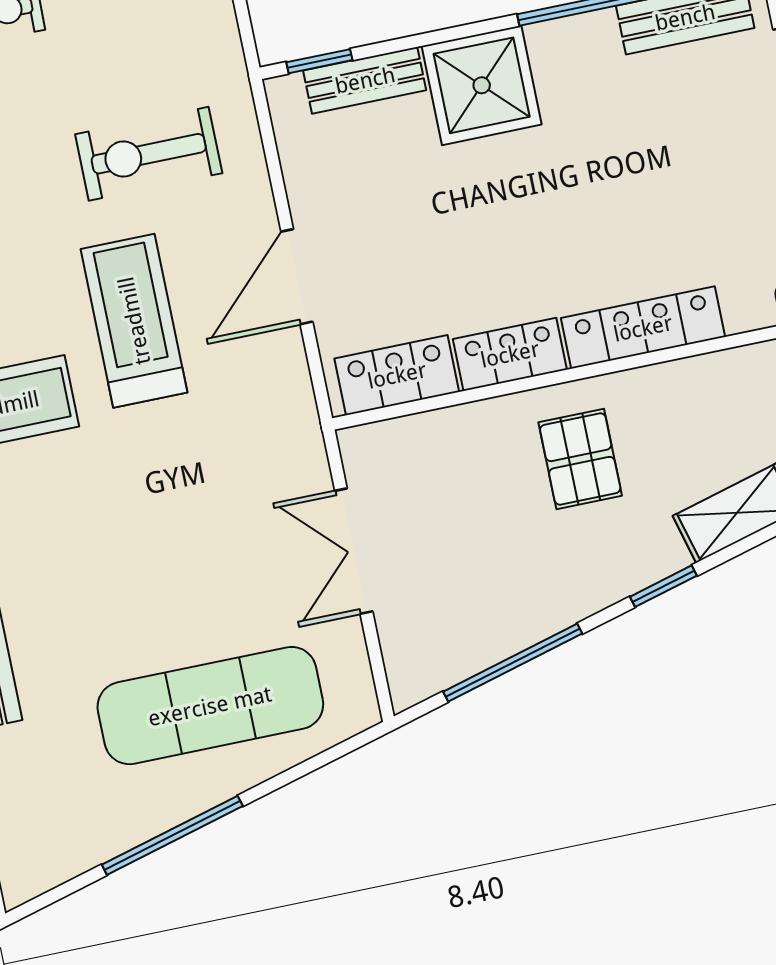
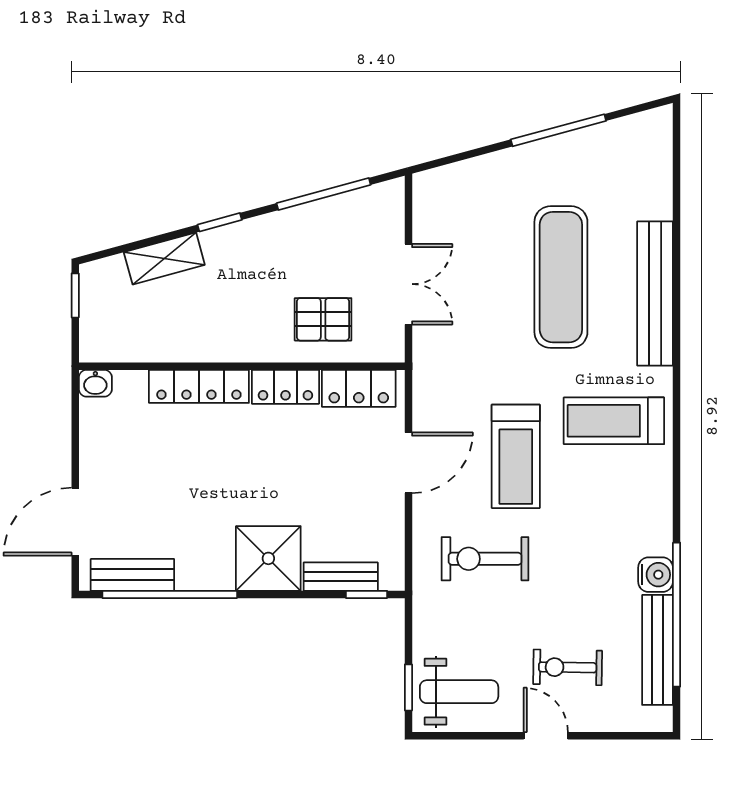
exercise bike: (149, 154) -> (485, 559), turned 180
pallet: (580, 459) -> (323, 319), moved, turned 90
exercise mat: (210, 706) -> (561, 277), moved, turned 90

